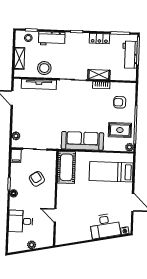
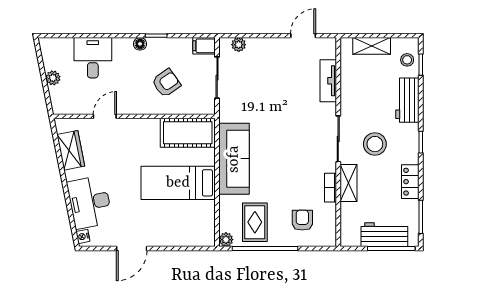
stool: (44, 68) -> (375, 144), moved
tv unit: (39, 84) -> (328, 81), width x0.71
bed: (111, 172) -> (178, 183), moved, turned -90
wardrobe: (74, 236) -> (71, 150), added

